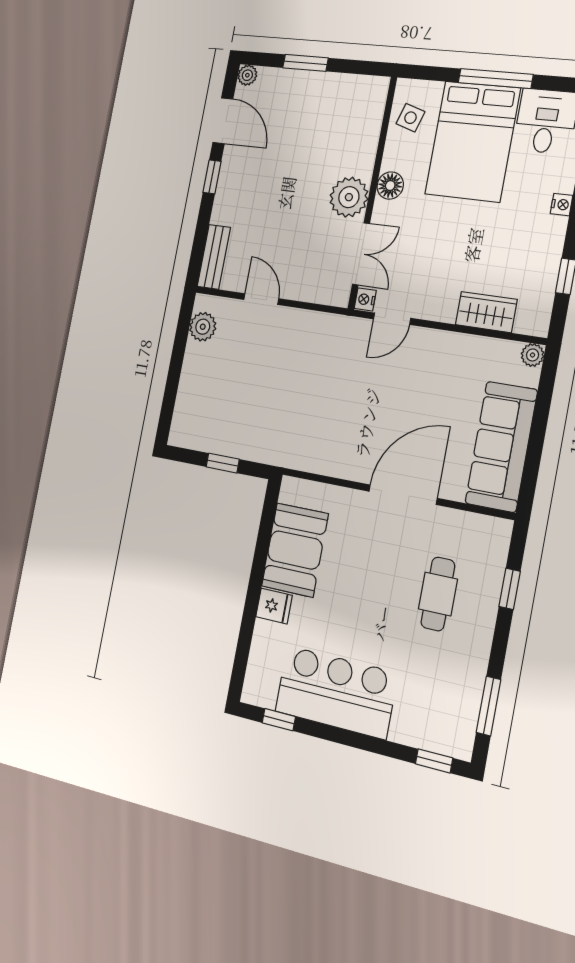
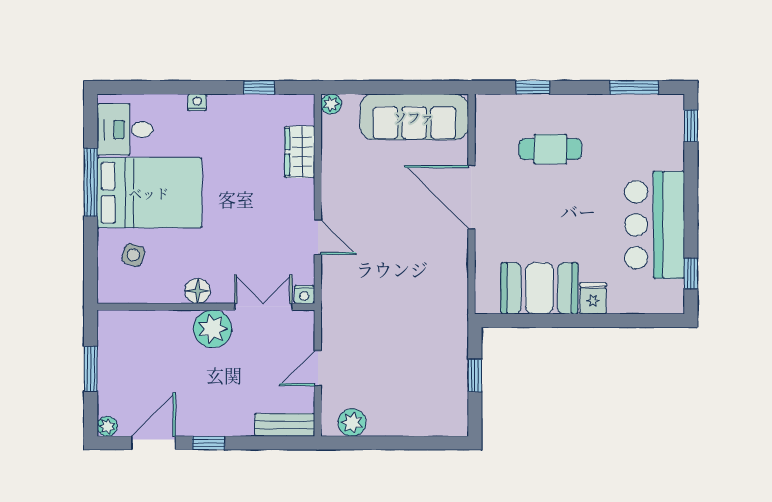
floor lamp: (390, 186) -> (198, 291), moved
wall: (372, 193) -> (206, 307), moved
plant: (349, 197) -> (213, 329), moved
double door: (361, 254) -> (263, 307), moved
nightstand: (365, 299) -> (304, 295), moved

